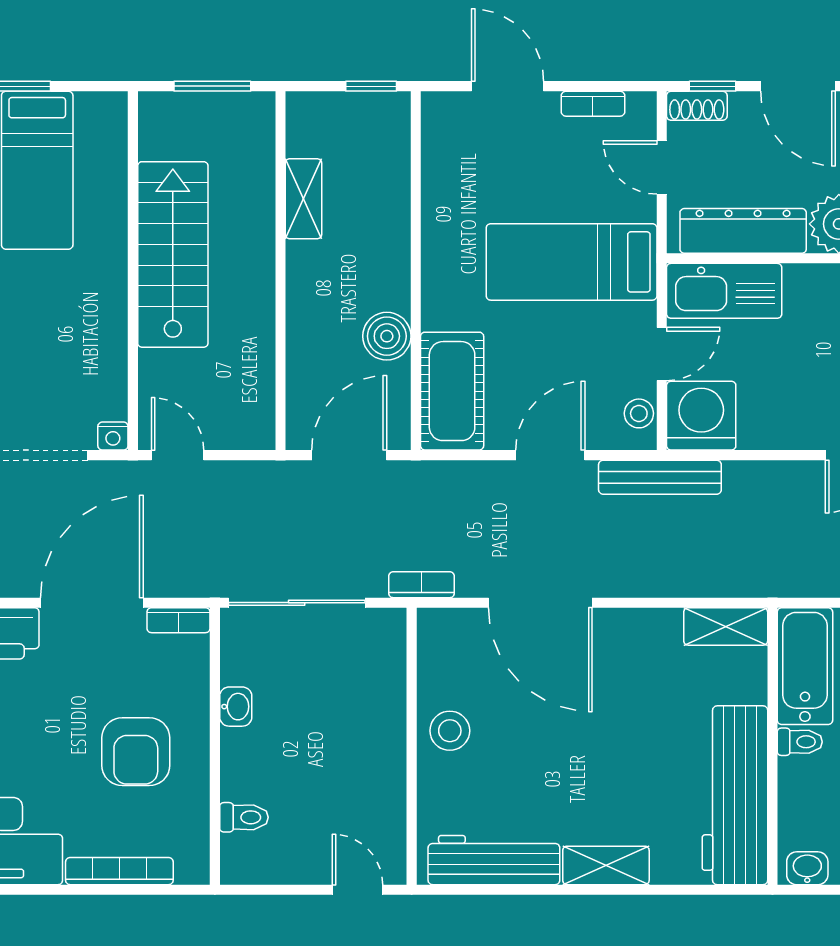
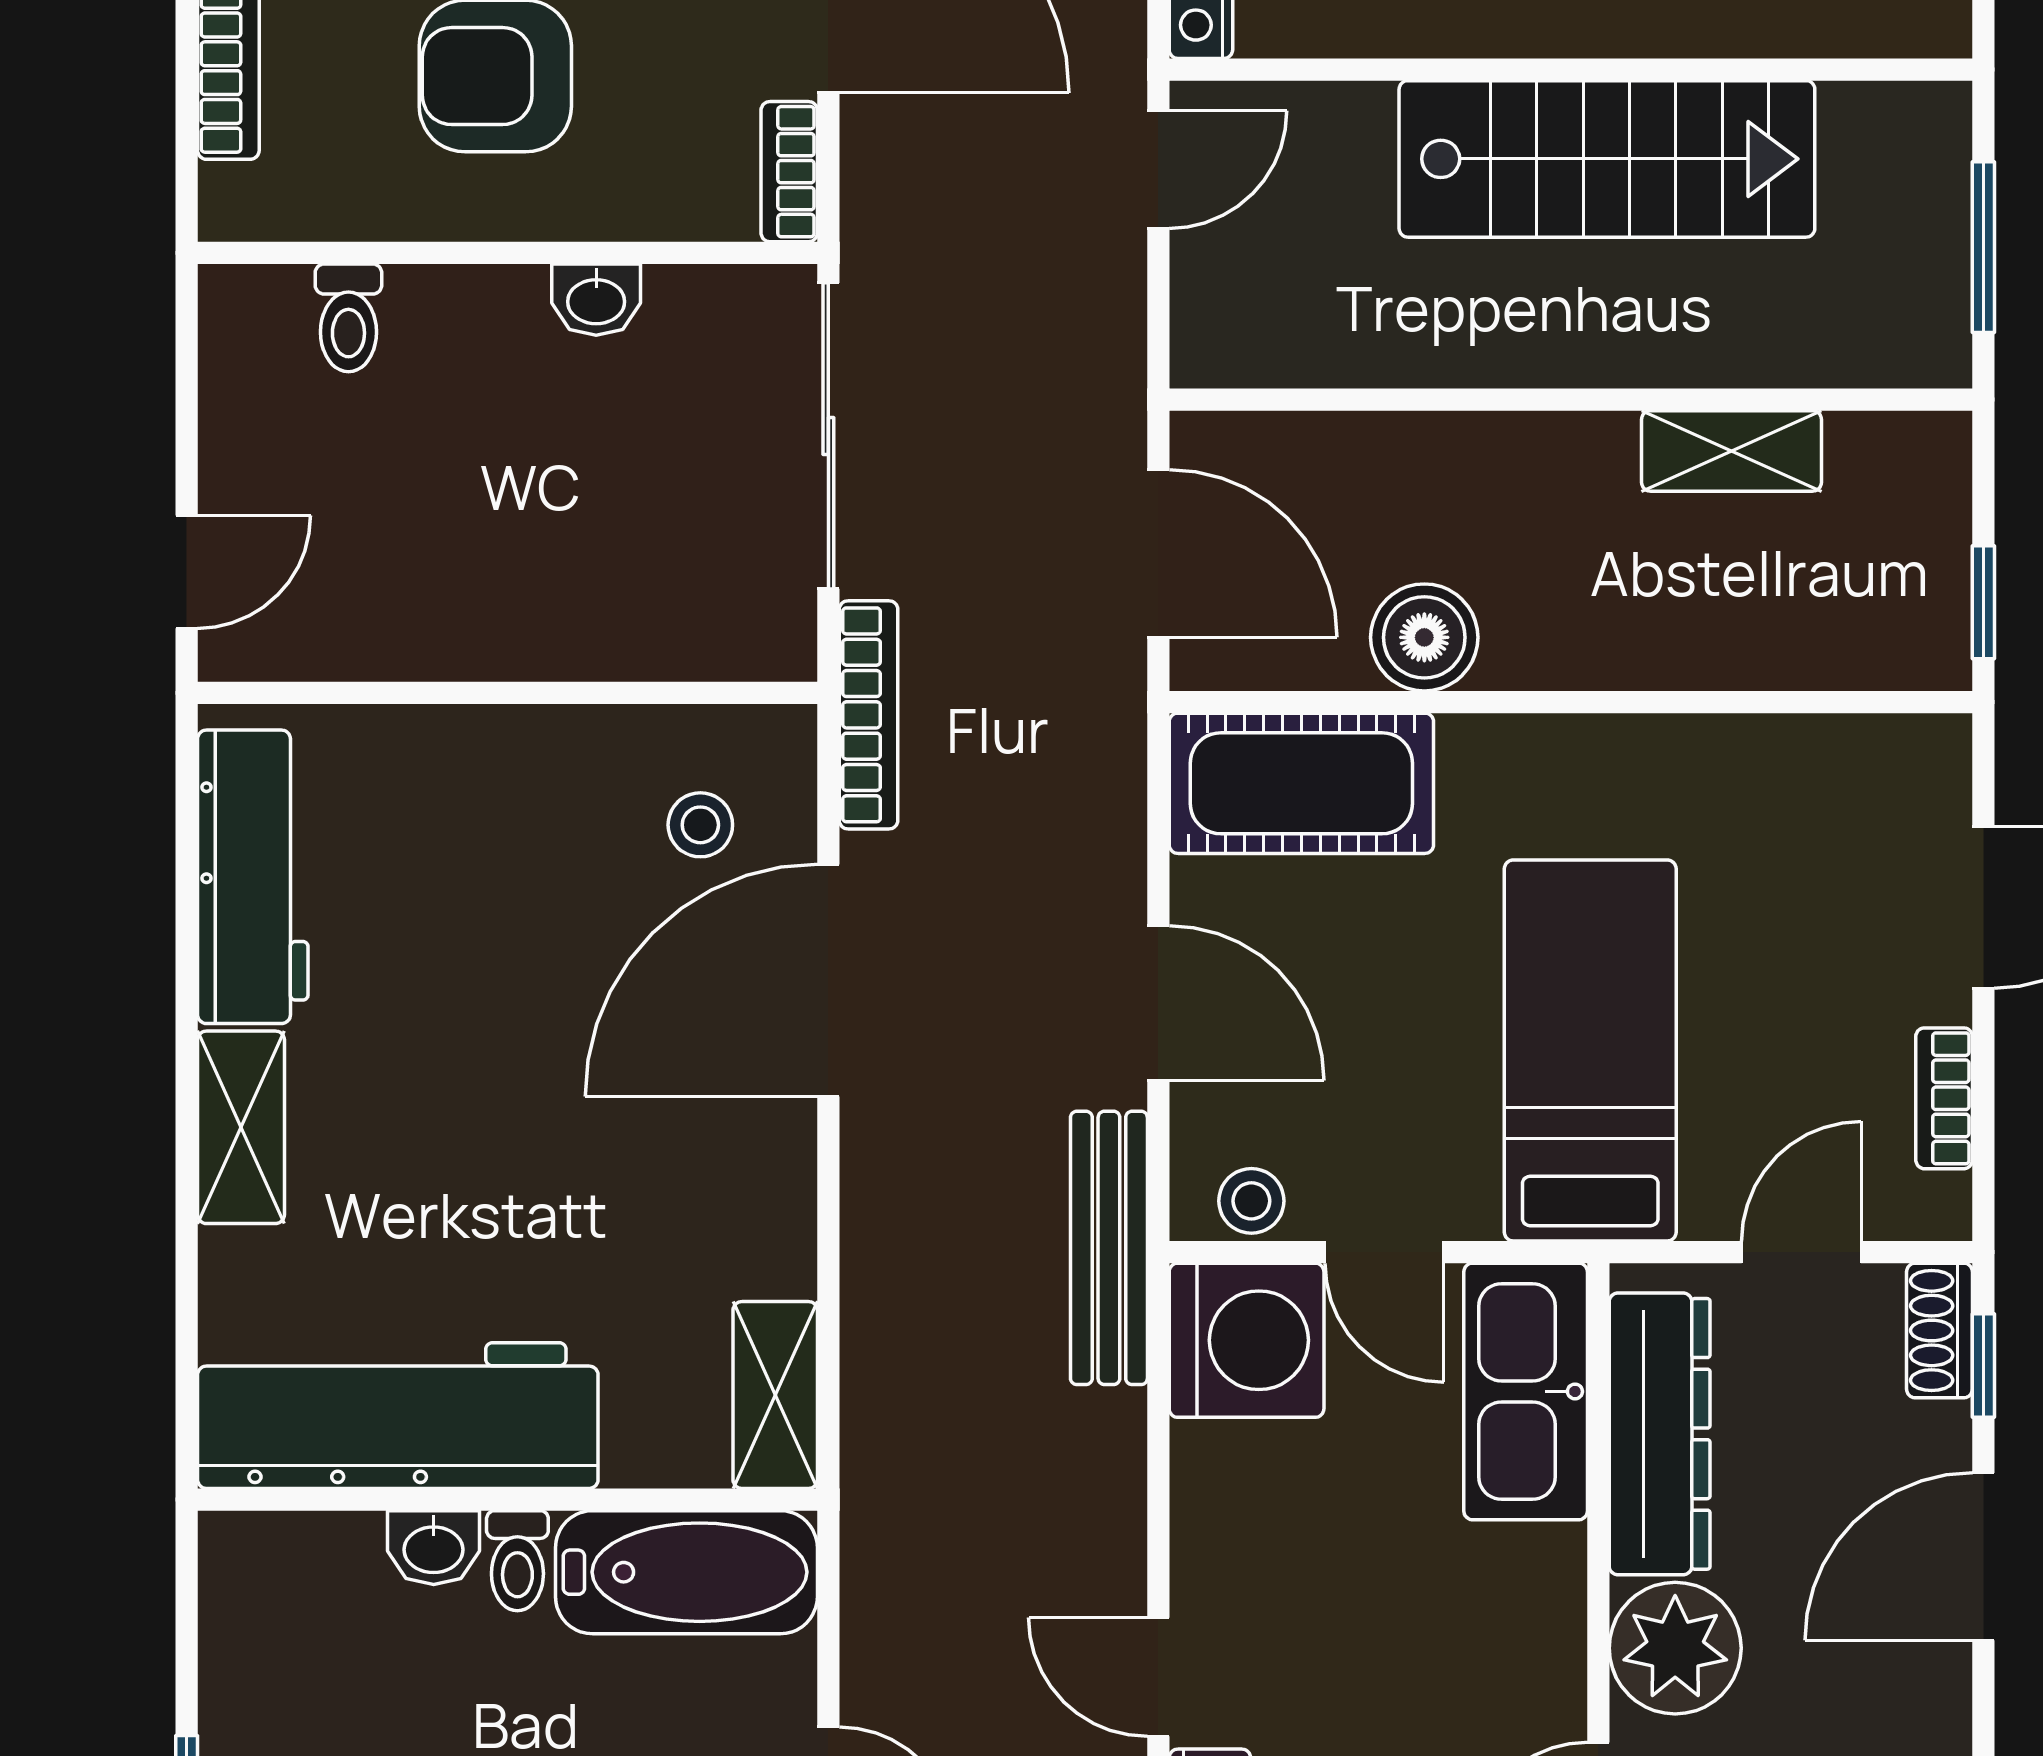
bookcase: (421, 585) -> (869, 715), width x1.56
stool: (450, 731) -> (700, 825), moved, width x0.73, depth x0.73
washbasin: (807, 868) -> (434, 1548), moved, turned 90

